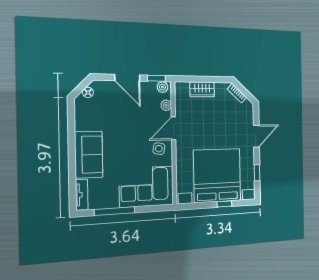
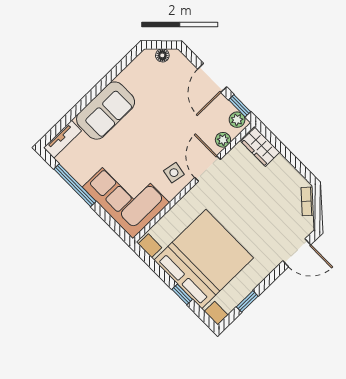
wardrobe: (202, 89) -> (260, 147), moved
door: (174, 128) -> (208, 169), hinge flipped
door: (256, 136) -> (297, 253), moved

